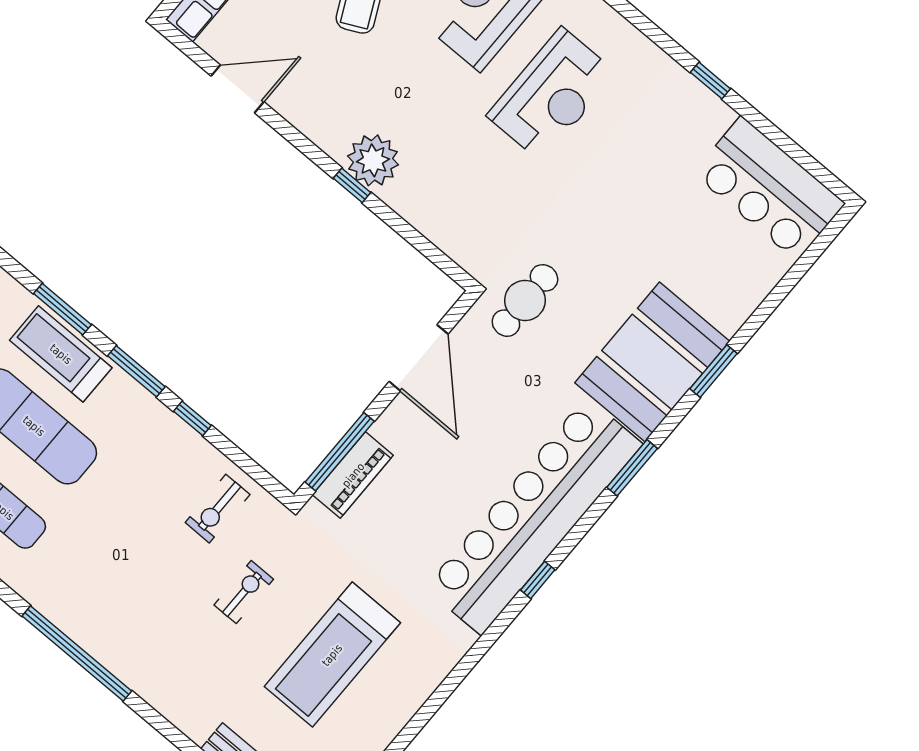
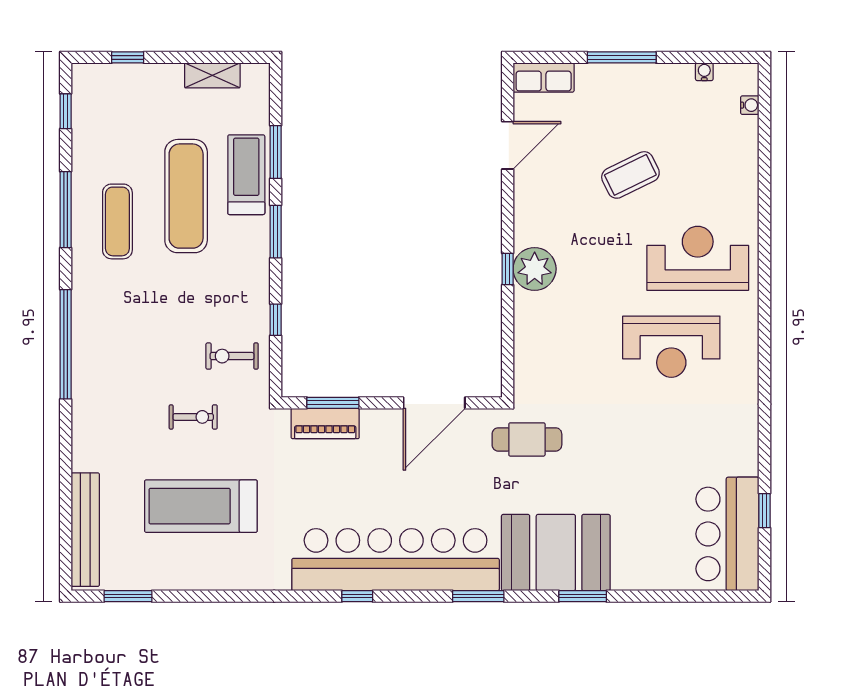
window: (710, 80) -> (765, 511), moved
door: (237, 89) -> (508, 145), hinge flipped
window: (192, 418) -> (276, 320), moved
window: (340, 452) -> (333, 403), width x0.69

